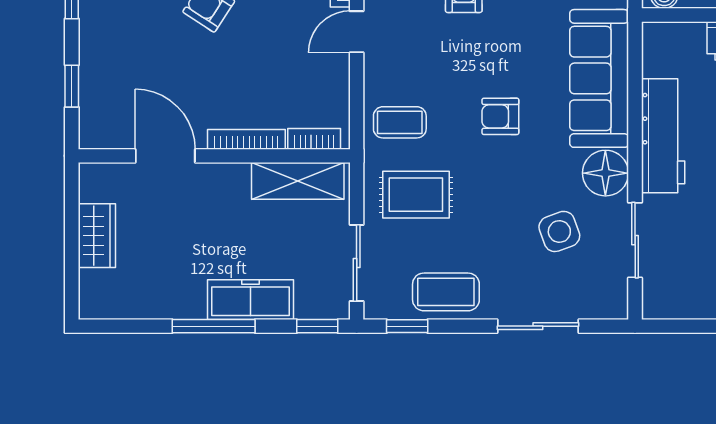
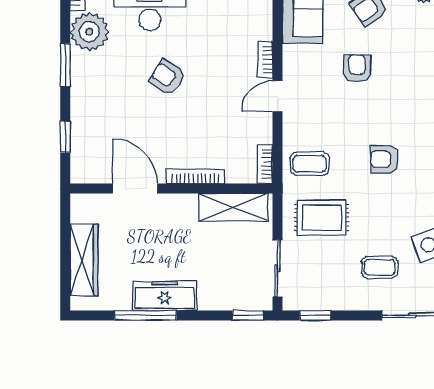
bookcase: (314, 139) -> (265, 164), moved, turned -90
wardrobe: (97, 236) -> (84, 260), width x1.50
coffee table: (446, 292) -> (380, 267), moved, width x0.73, depth x0.77
freezer: (250, 300) -> (165, 296), moved
window: (214, 326) -> (145, 315), moved

